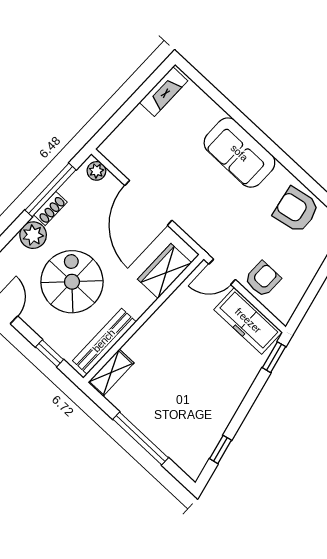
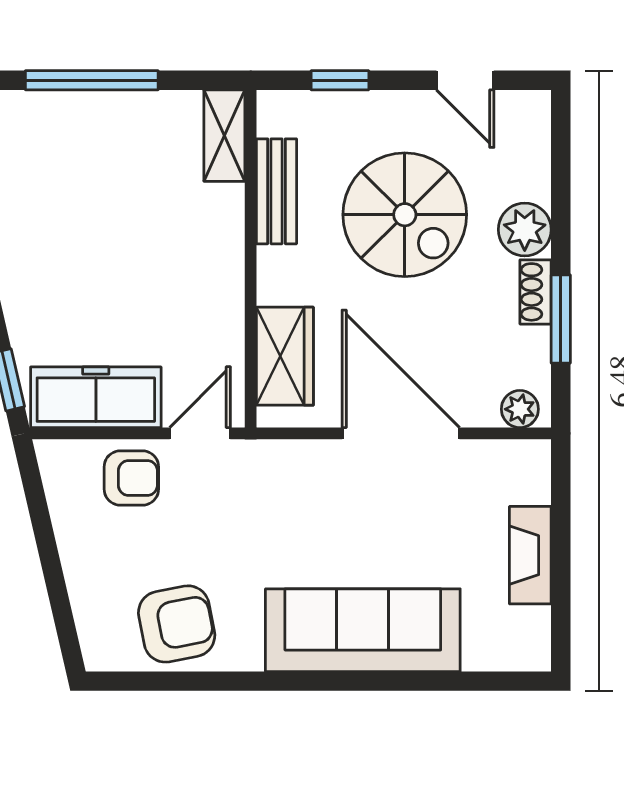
fireplace: (164, 92) -> (530, 555), moved
sofa: (239, 153) -> (363, 630), width x1.36
window: (51, 190) -> (561, 319), width x0.69
armchair: (263, 279) -> (131, 478), turned -90
bench: (104, 341) -> (277, 191), width x0.73

